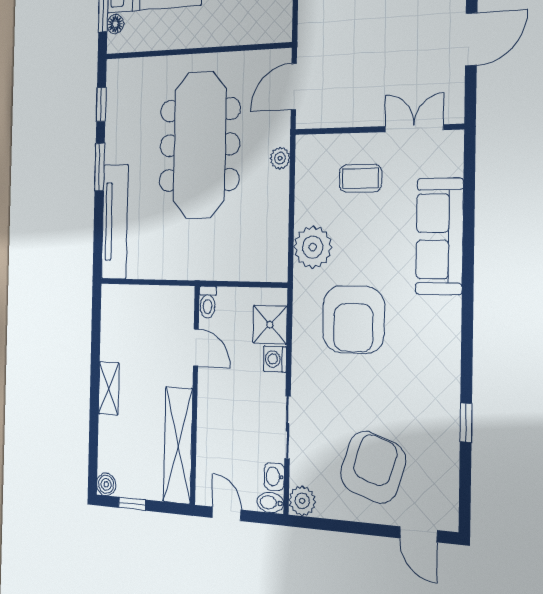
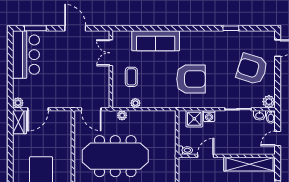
plant: (313, 247) -> (135, 103), moved, width x0.53, depth x0.53

